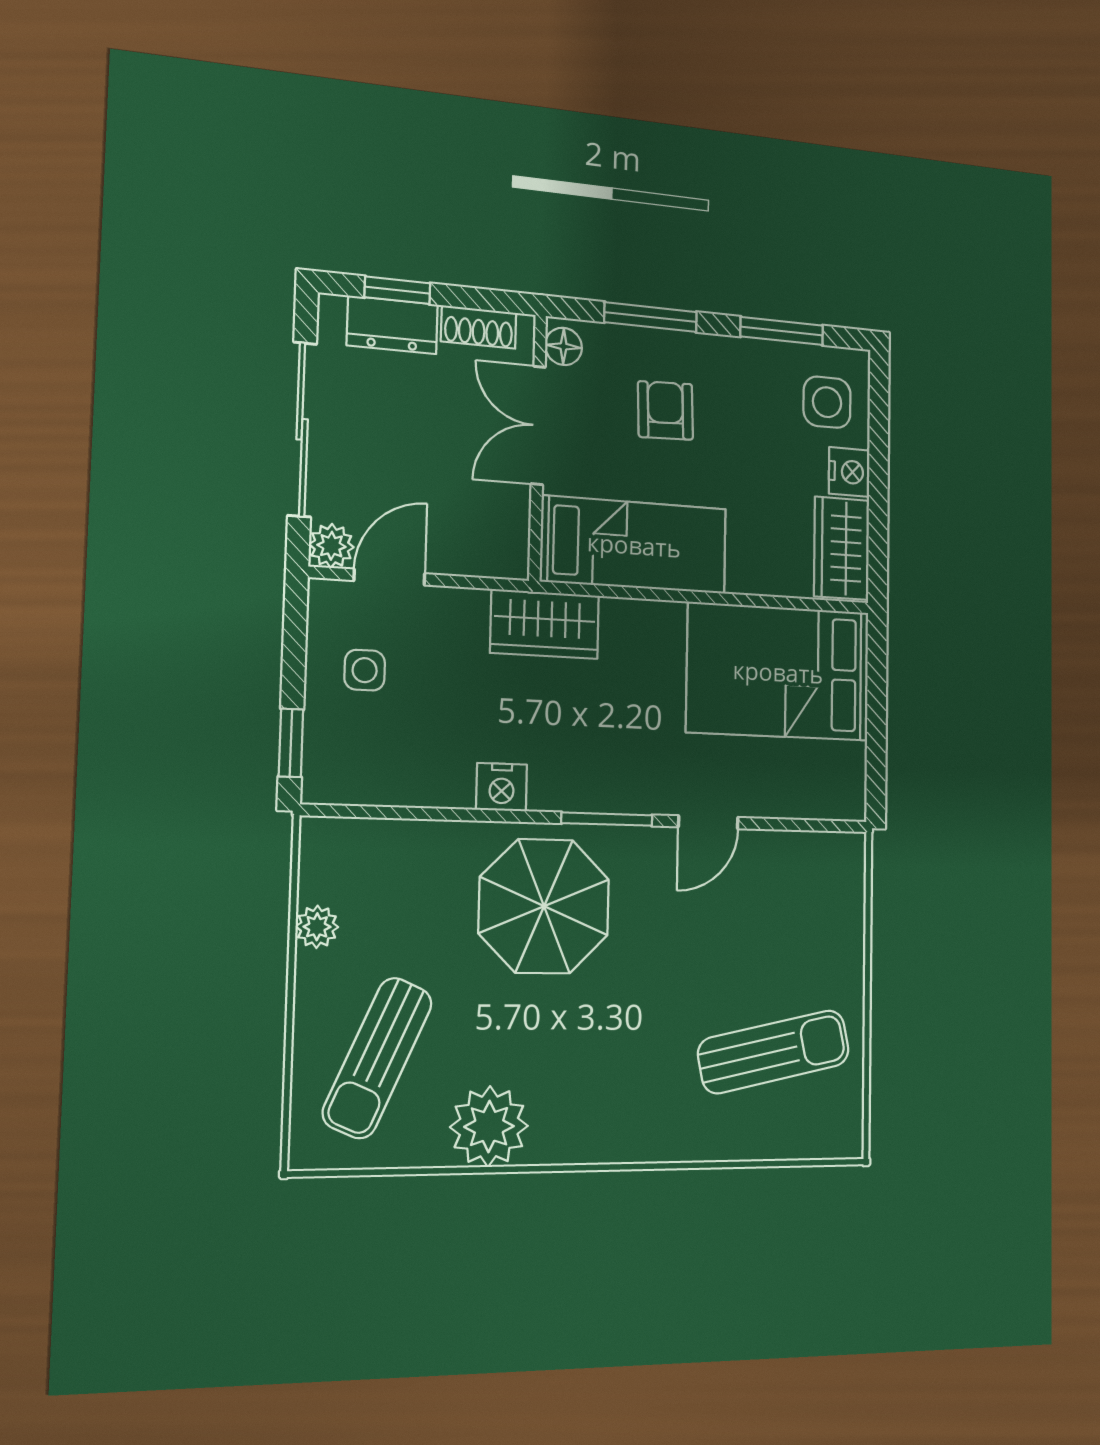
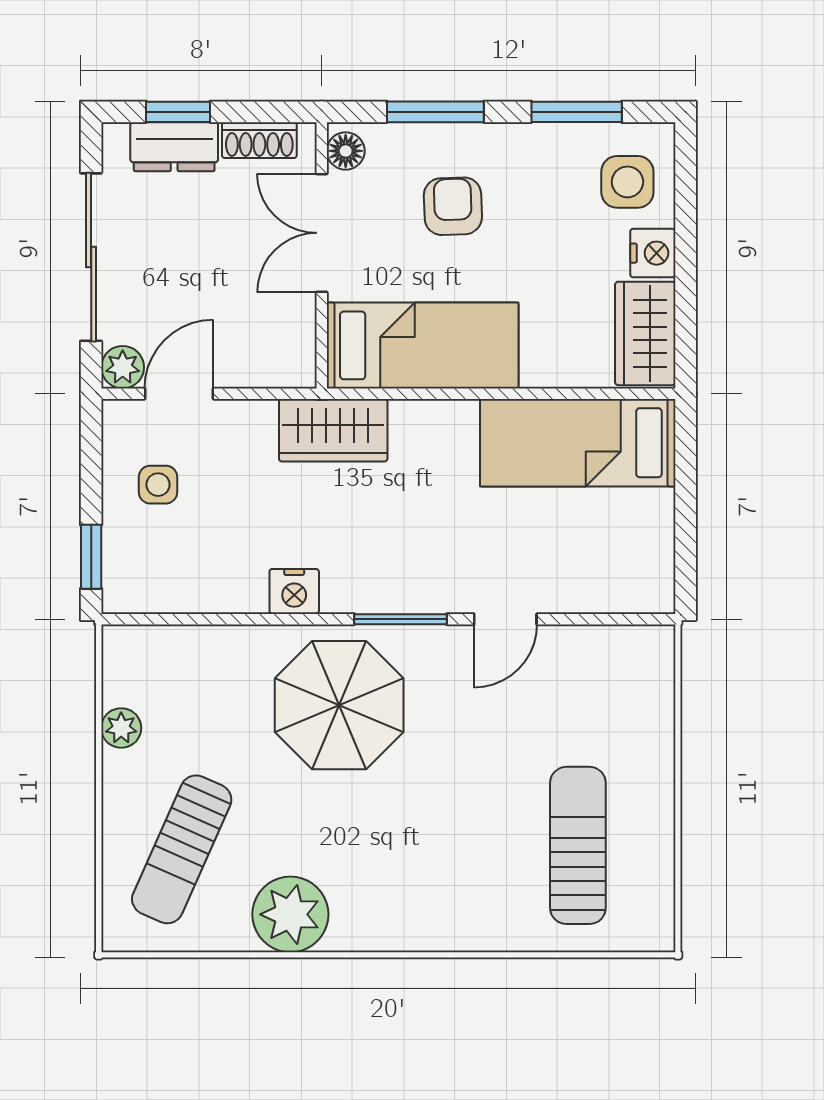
bed: (778, 672) -> (578, 443), width x0.67
sun lounger: (774, 1052) -> (578, 845), turned -78

